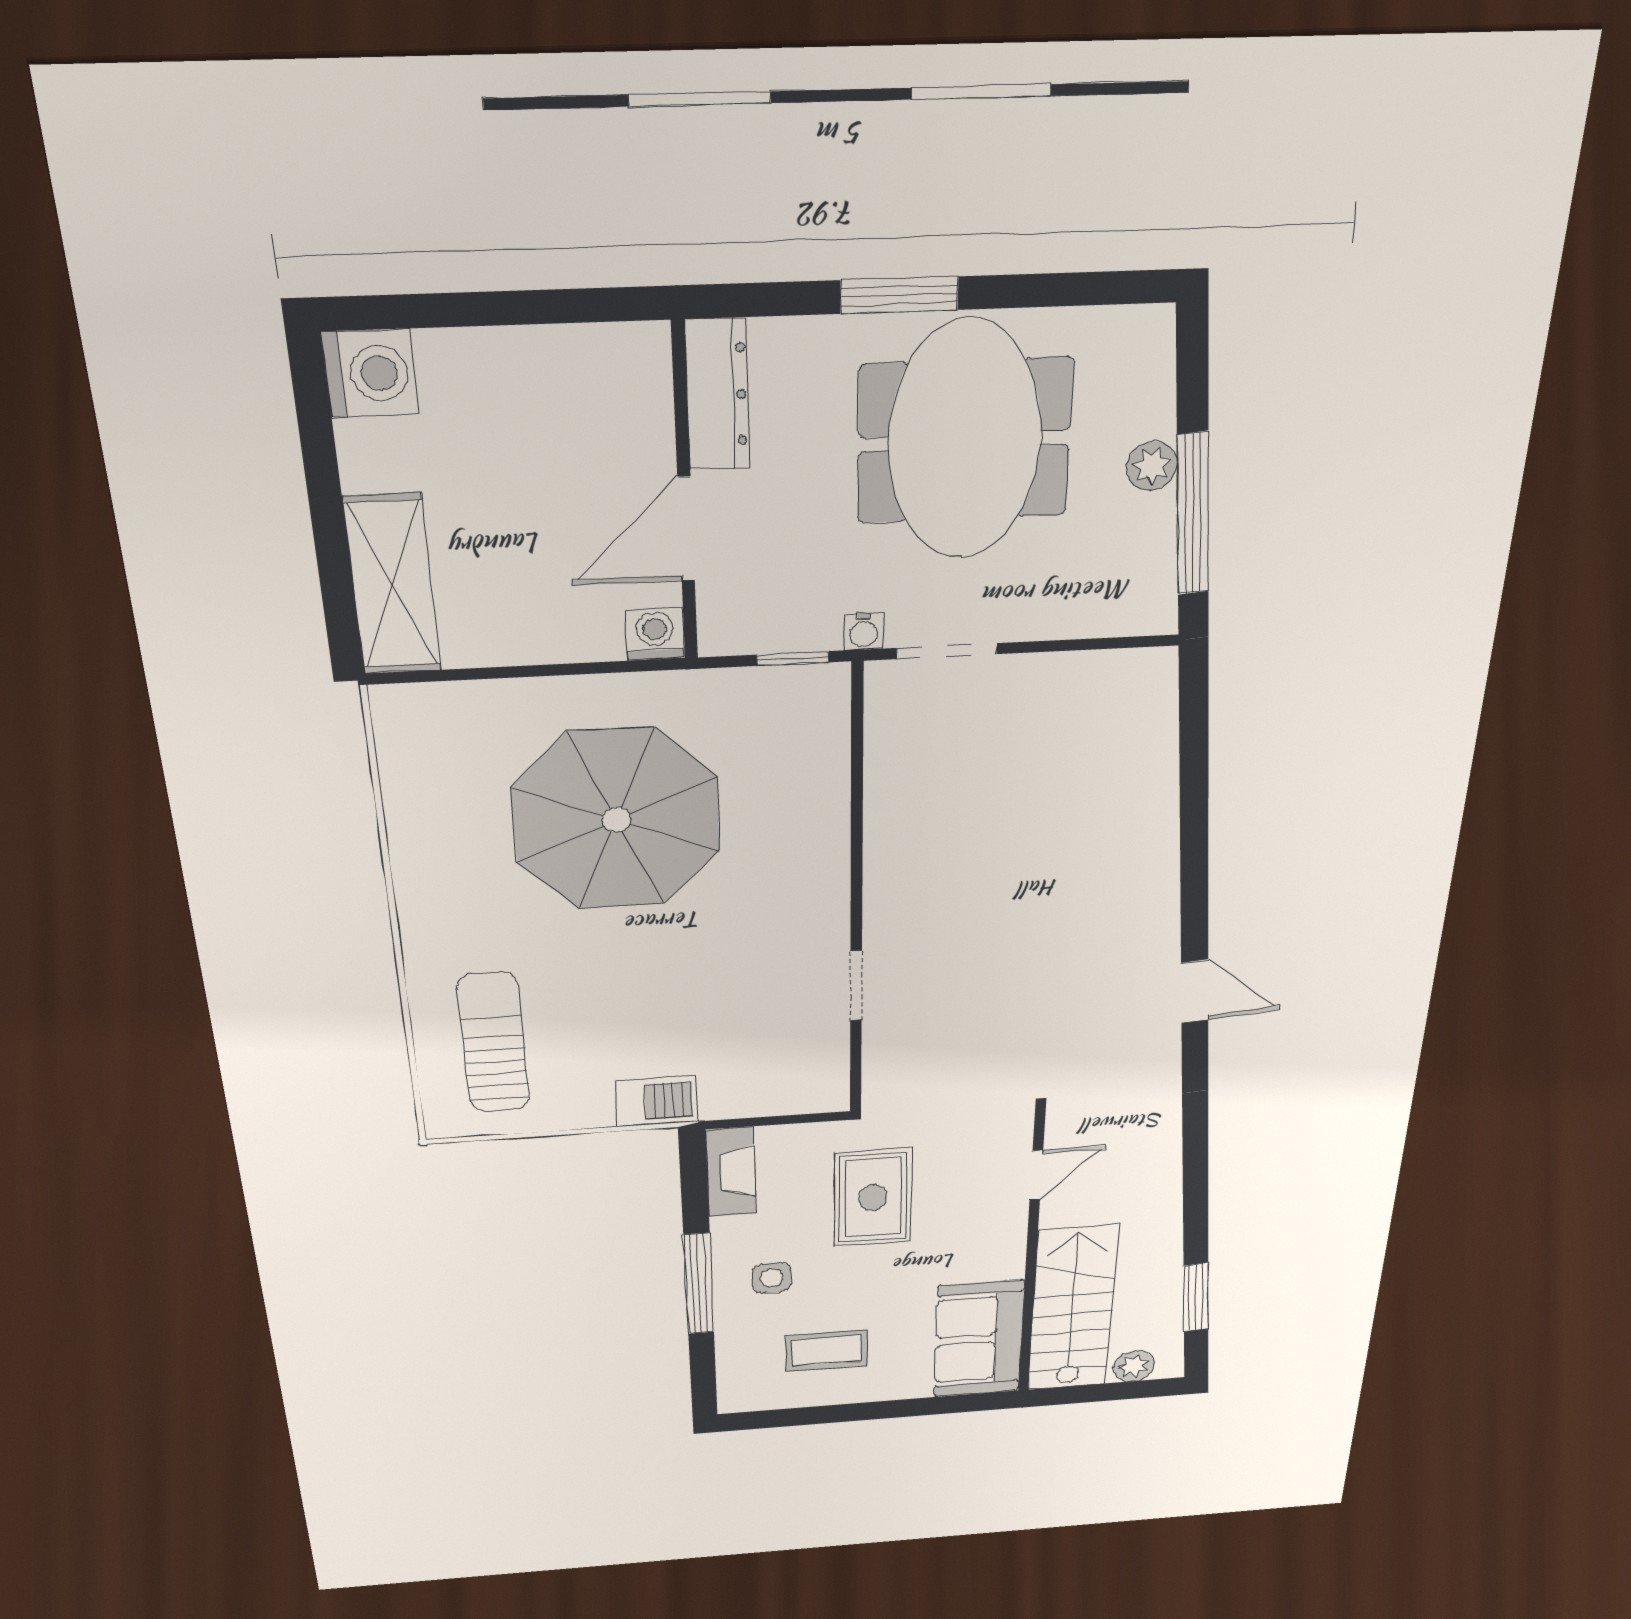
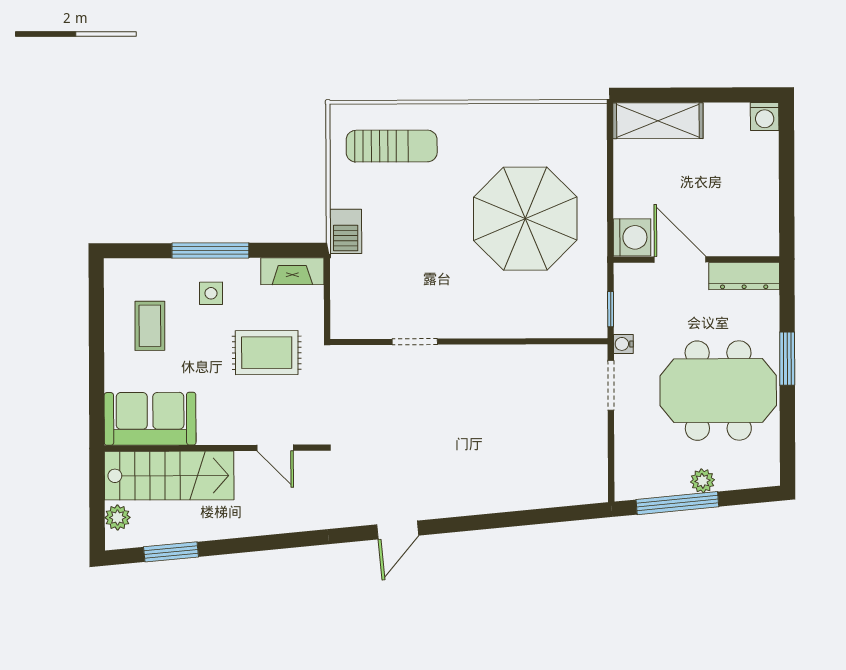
washing machine: (370, 373) -> (765, 116), width x0.73, depth x0.73
washing machine: (655, 634) -> (632, 237), width x1.38, depth x1.38

